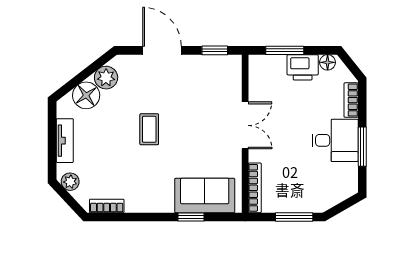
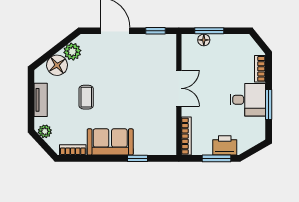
floor lamp: (328, 62) -> (204, 40), moved
printer: (303, 67) -> (225, 145), moved, turned 180
coffee table: (149, 129) -> (86, 97), moved
sofa: (205, 196) -> (110, 142), moved

